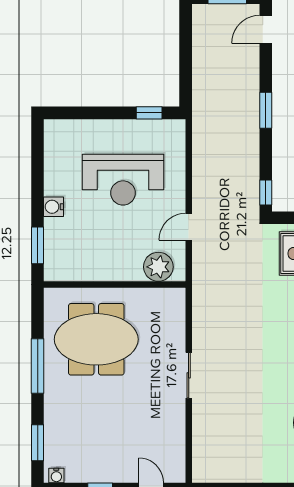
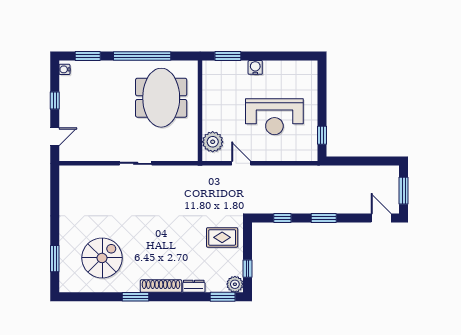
reception desk: (123, 180) -> (274, 117), turned -90
window: (266, 192) -> (282, 218), moved
window: (38, 366) -> (142, 56), width x1.46

